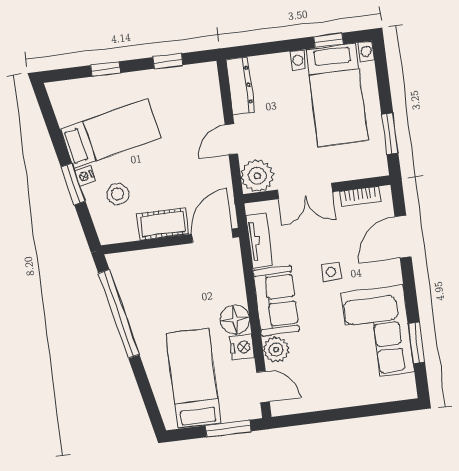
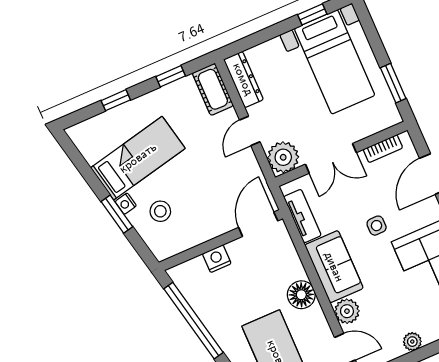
cot: (163, 224) -> (213, 89), moved, turned 90
nightstand: (242, 347) -> (217, 259), moved, turned -90
plant: (333, 399) -> (412, 342), added

